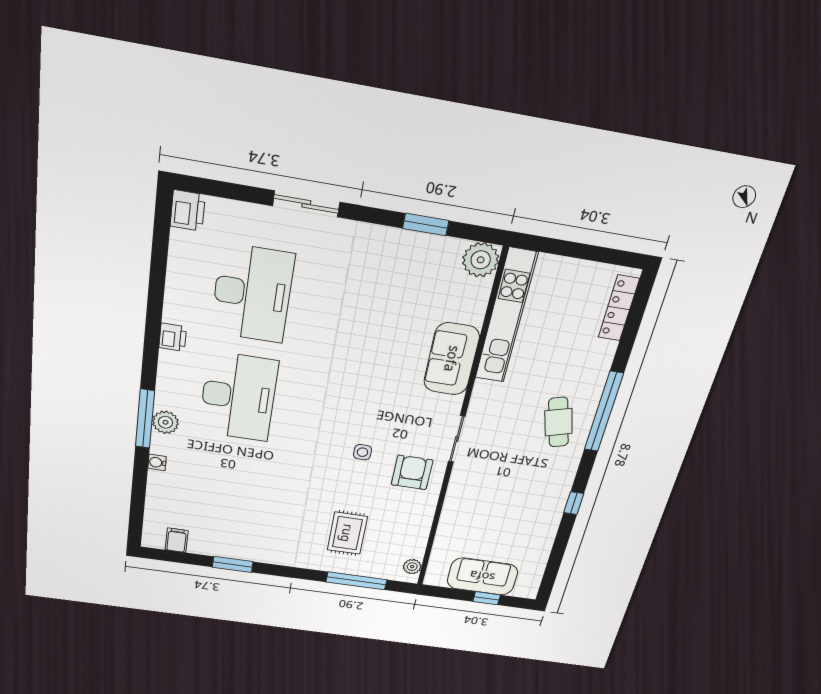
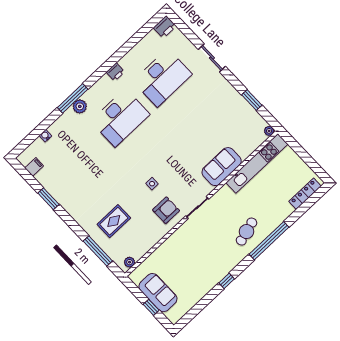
plant: (481, 260) -> (269, 131), width x0.53, depth x0.53
water cooler: (157, 462) -> (45, 136), moved

